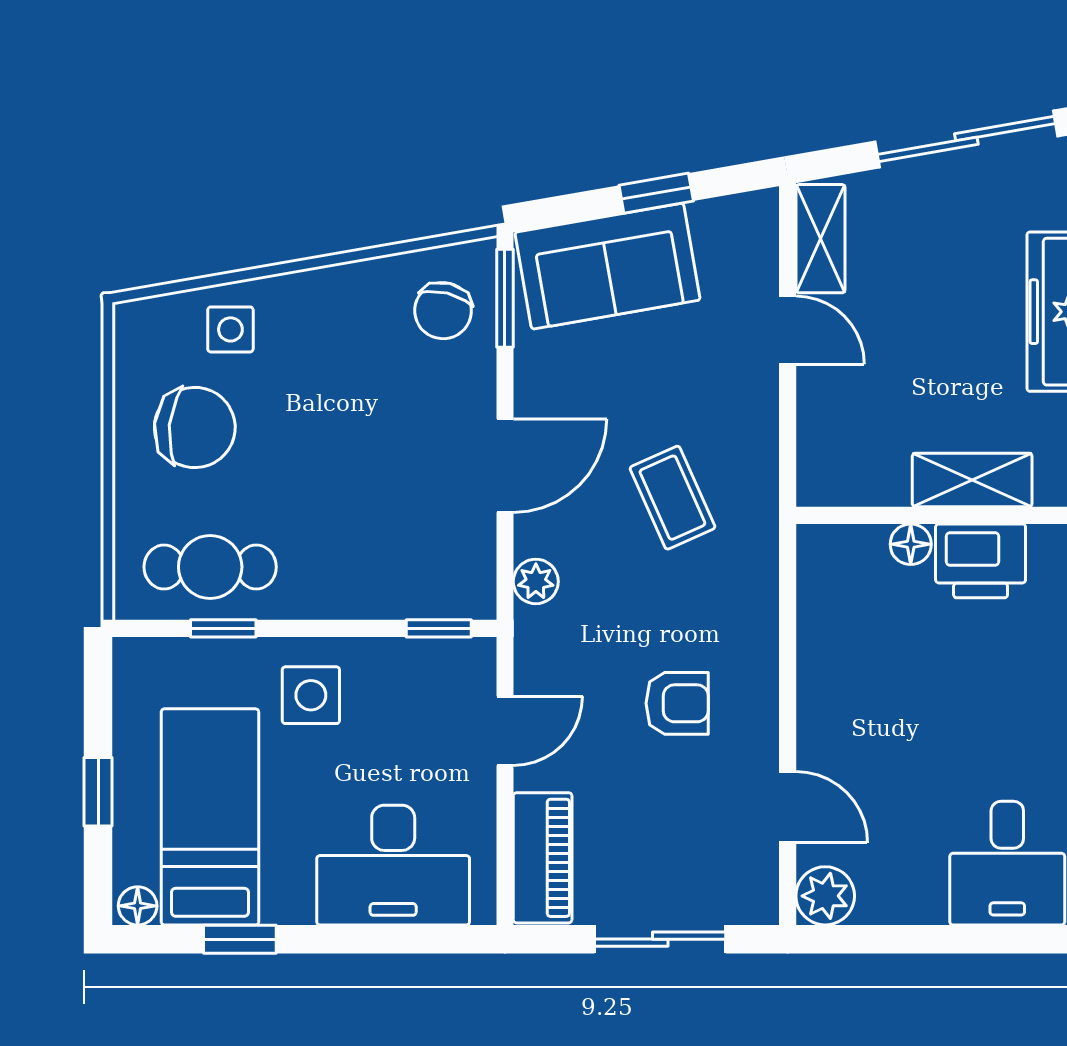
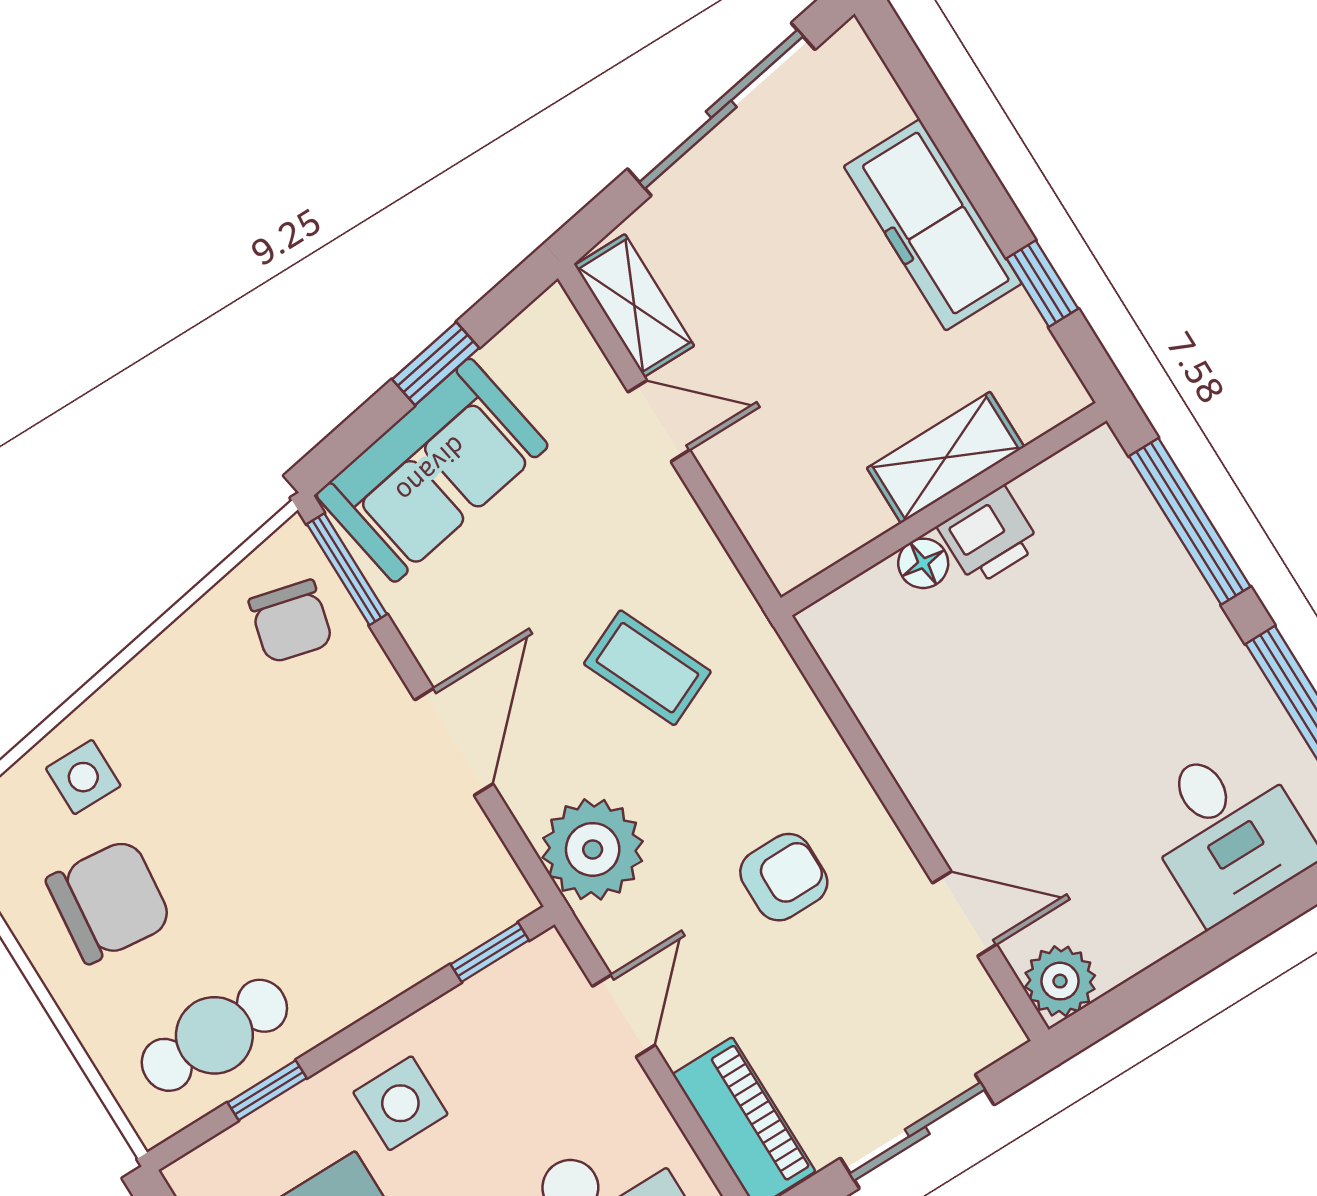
printer: (981, 561) -> (989, 536), width x0.73, depth x0.81
plant: (536, 581) -> (593, 849), width x1.87, depth x1.87

